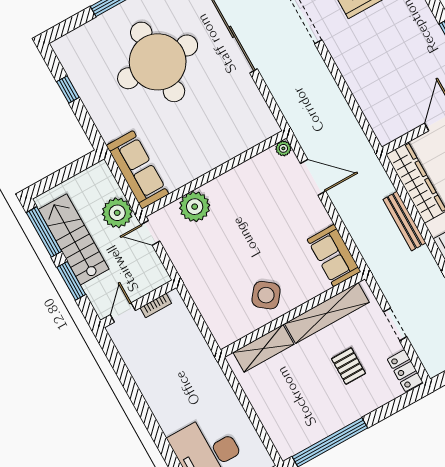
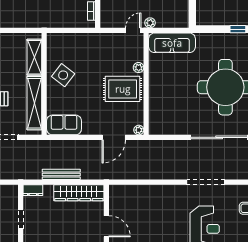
rug: (239, 203) -> (123, 89), added
plant: (195, 207) -> (139, 68), width x0.53, depth x0.53
plant: (117, 213) -> (150, 23), width x0.53, depth x0.53

